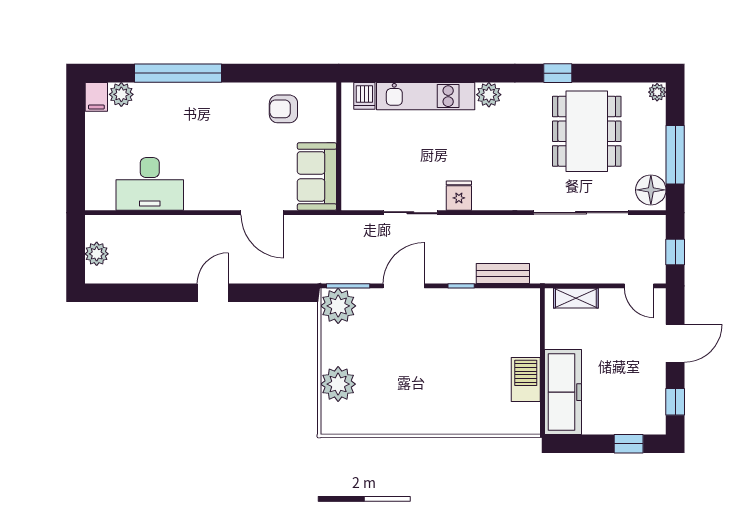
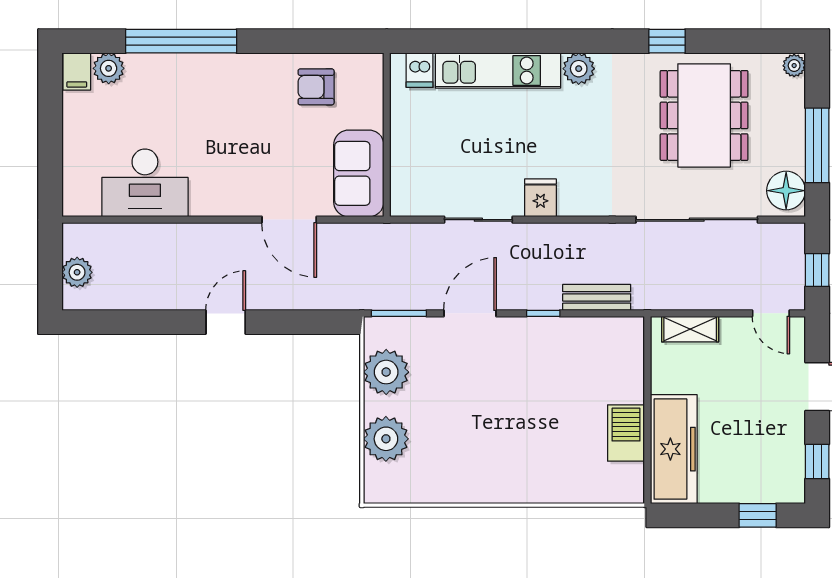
plant: (338, 306) -> (386, 372), moved

